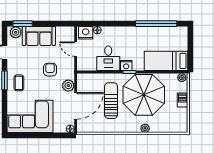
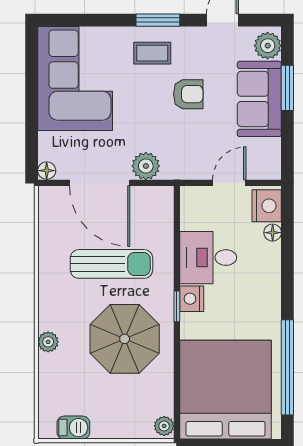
window: (23, 24) -> (287, 88), moved
bed: (166, 61) -> (226, 390), width x2.04
armchair: (50, 70) -> (188, 94), moved
parasol: (144, 95) -> (125, 339), width x0.73, depth x0.73
barbecue: (183, 100) -> (73, 428), moved

